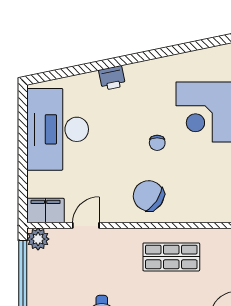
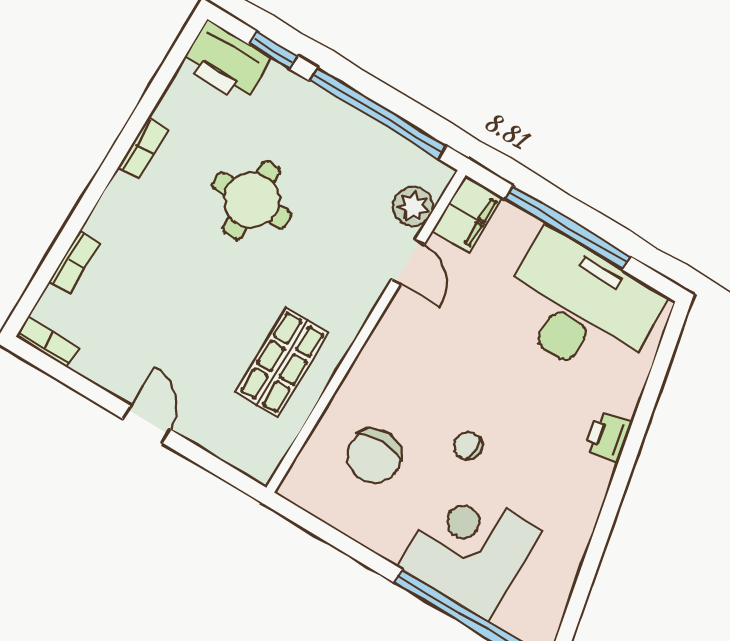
window: (23, 158) -> (568, 228), added
chair: (149, 196) -> (374, 456), moved, turned 146
plant: (38, 239) -> (413, 207), moved

